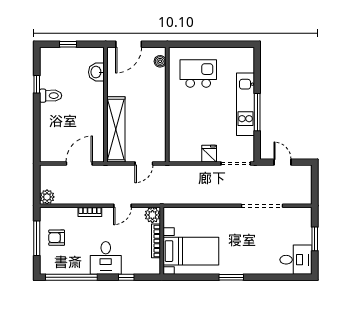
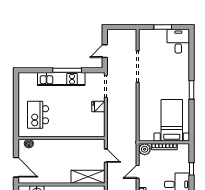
shelving: (116, 129) -> (88, 177), width x0.68
door: (123, 206) -> (138, 172), swing flipped

